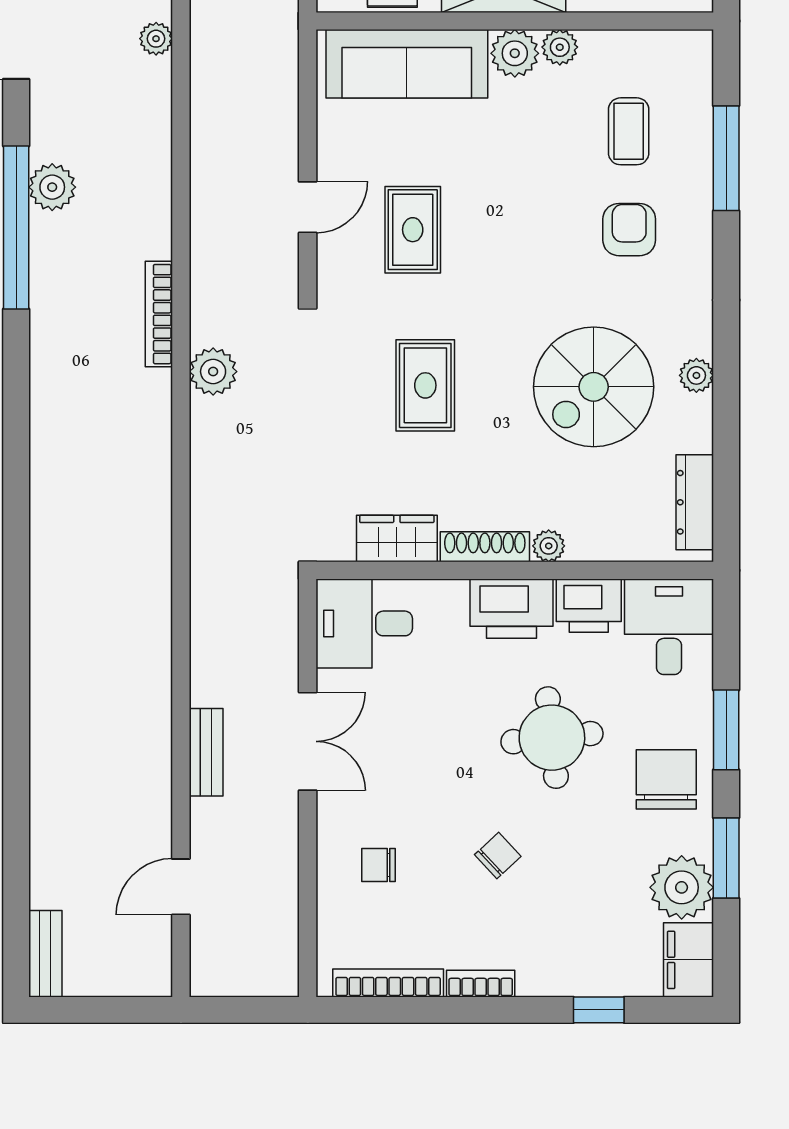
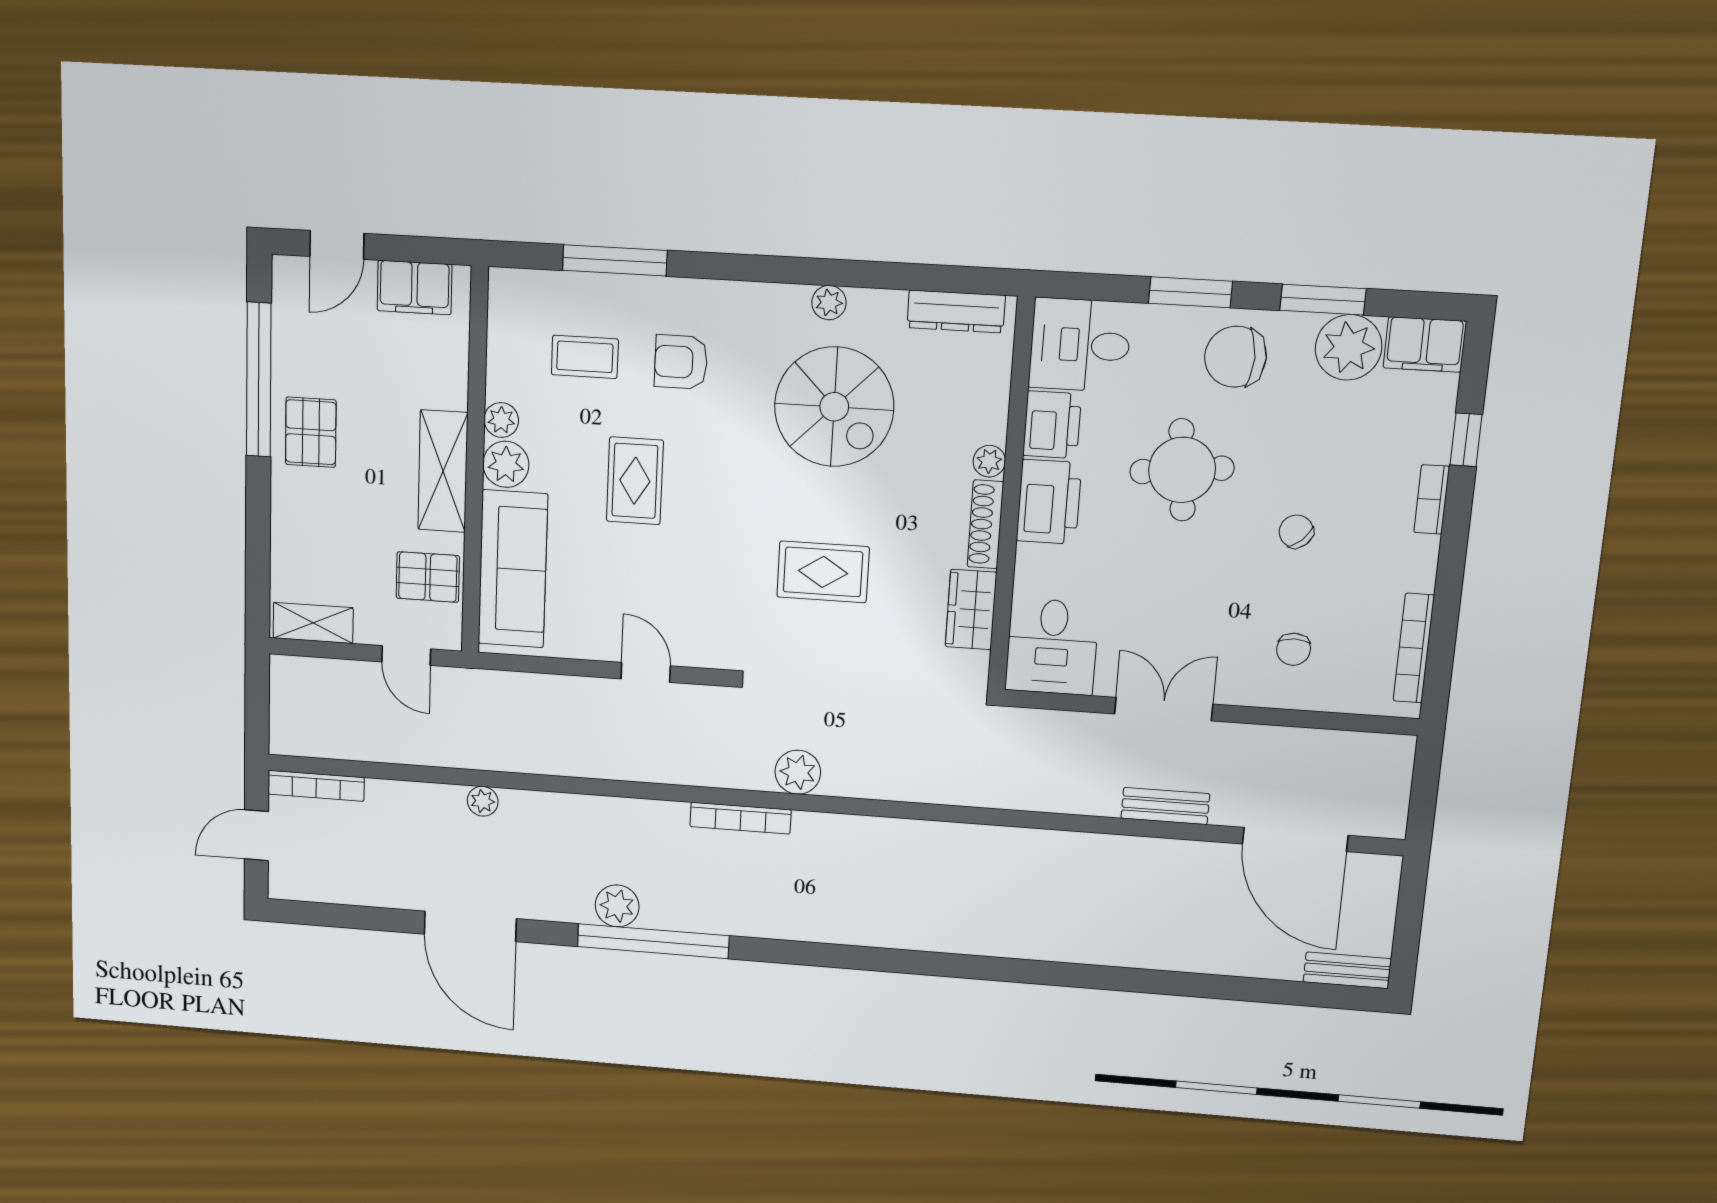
rug: (413, 230) -> (635, 481), moved, turned 90
door: (181, 887) -> (1295, 840), width x1.87
bookcase: (481, 984) -> (1432, 499), moved

